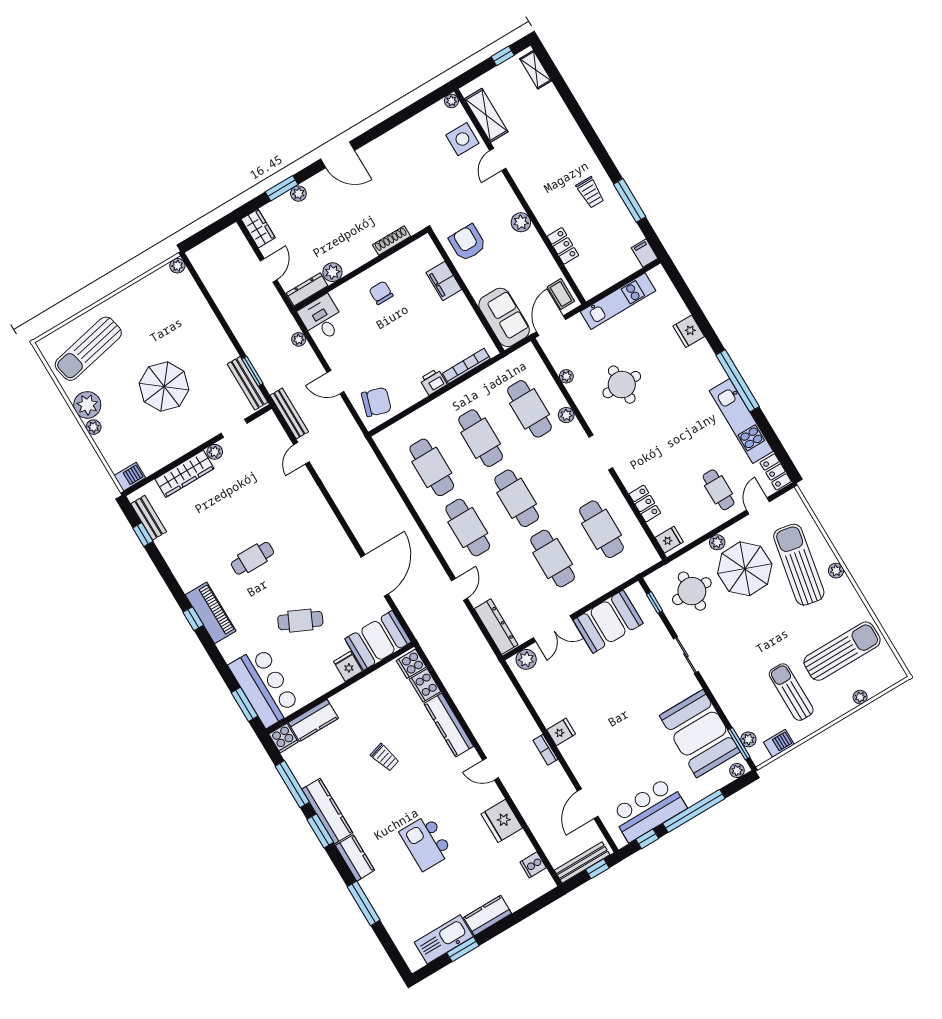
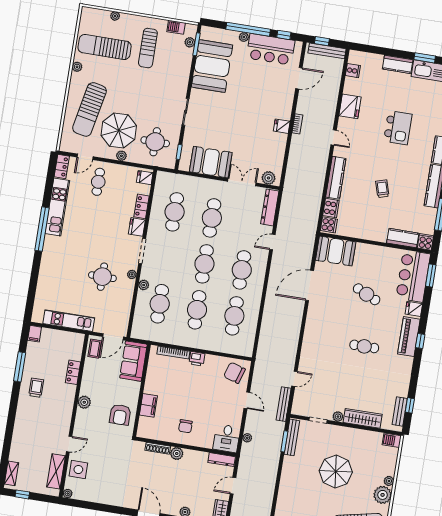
plant: (332, 272) -> (177, 453), moved
fridge: (689, 331) -> (137, 227), moved, turned 180
plant: (566, 376) -> (132, 274), moved
plant: (836, 571) -> (77, 67), moved
fridge: (348, 666) -> (414, 309), moved, turned 90
plant: (737, 771) -> (244, 37), moved

